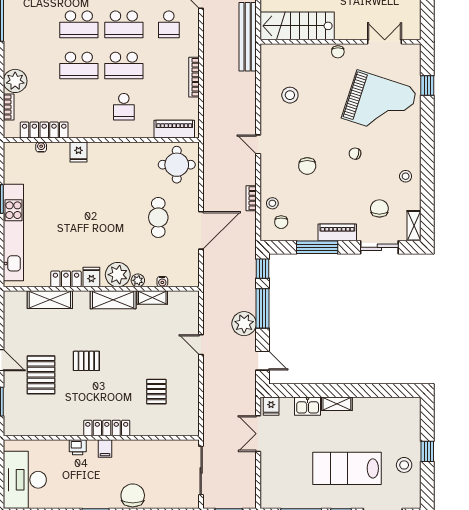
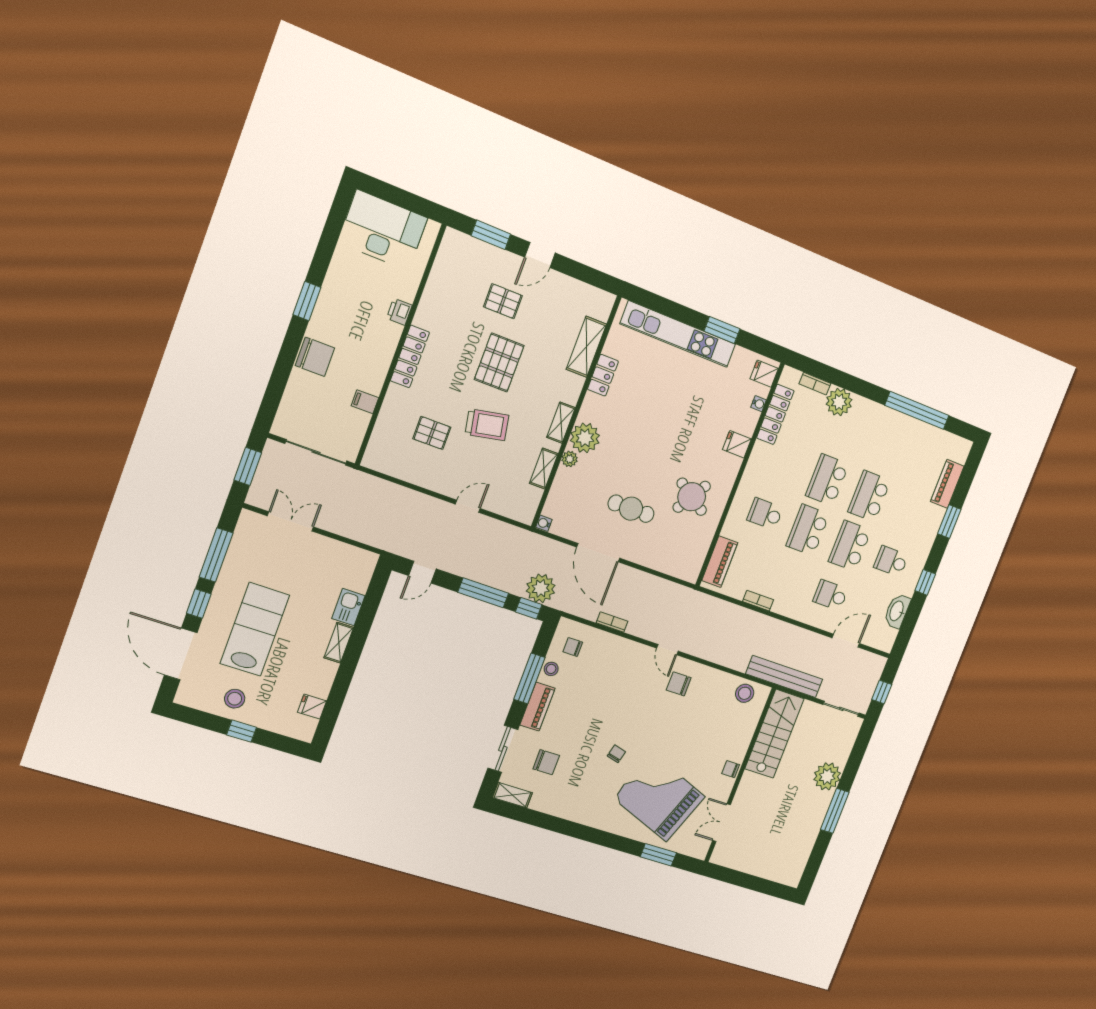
double door: (385, 42) -> (722, 823), swing flipped
bookcase: (194, 77) -> (758, 601), width x0.64
window: (427, 85) -> (658, 855), width x1.50
stool: (290, 95) -> (745, 693), moved
grand piano: (380, 104) -> (659, 797), turned 93
door: (258, 144) -> (667, 650), swing flipped
round table: (177, 165) -> (692, 497), moved, turned 33
chair: (307, 166) -> (679, 684), moved
stool: (406, 176) -> (571, 802), removed
stool: (272, 203) -> (551, 669), moved
fridge: (91, 277) -> (764, 374), moved, turned 180
water cooler: (162, 282) -> (544, 523), moved
shelving: (113, 300) -> (561, 423), width x0.67, depth x0.75
plant: (244, 324) -> (541, 588), moved
trolley: (135, 353) -> (487, 425), added
pallet: (86, 361) -> (499, 362), width x1.50, depth x1.42
pallet: (41, 375) -> (503, 301), width x0.67, depth x0.71
fridge: (271, 406) -> (312, 707), moved
double door: (258, 434) -> (290, 521), moved
filing cabinet: (105, 448) -> (365, 402), moved

